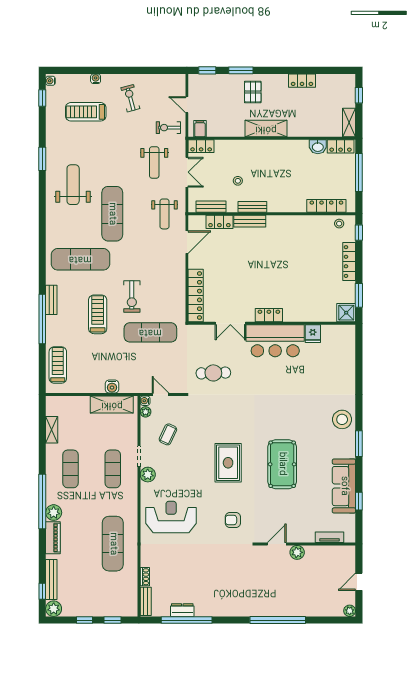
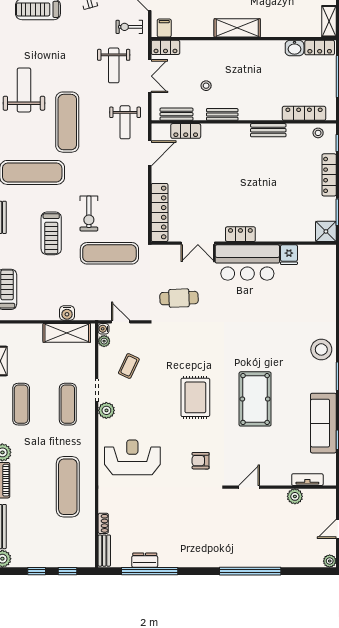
bench: (250, 221) -> (268, 130), moved
treadmill: (98, 314) -> (51, 233), turned 180
plant: (297, 552) -> (295, 496), moved

